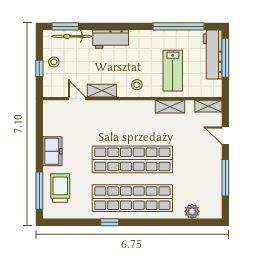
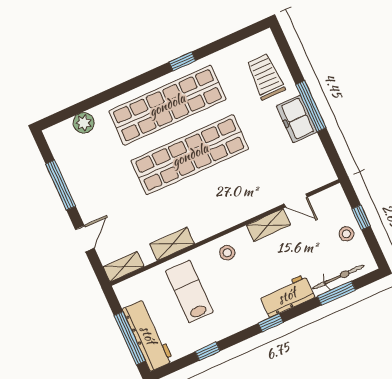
window: (65, 26) -> (336, 293), moved
window: (129, 26) -> (271, 323), added
window: (178, 26) -> (208, 351), width x0.32
door: (225, 136) -> (85, 239), hinge flipped
trolley: (60, 188) -> (266, 77), turned 180
window: (39, 191) -> (311, 106), moved

